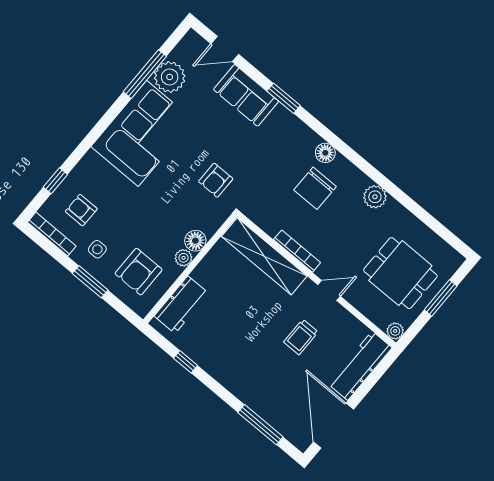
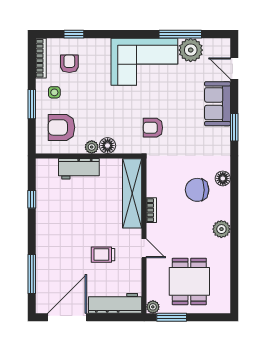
bookcase: (297, 251) -> (151, 210), width x0.64
window: (441, 298) -> (172, 317), moved
workbench: (181, 305) -> (79, 169), moved

